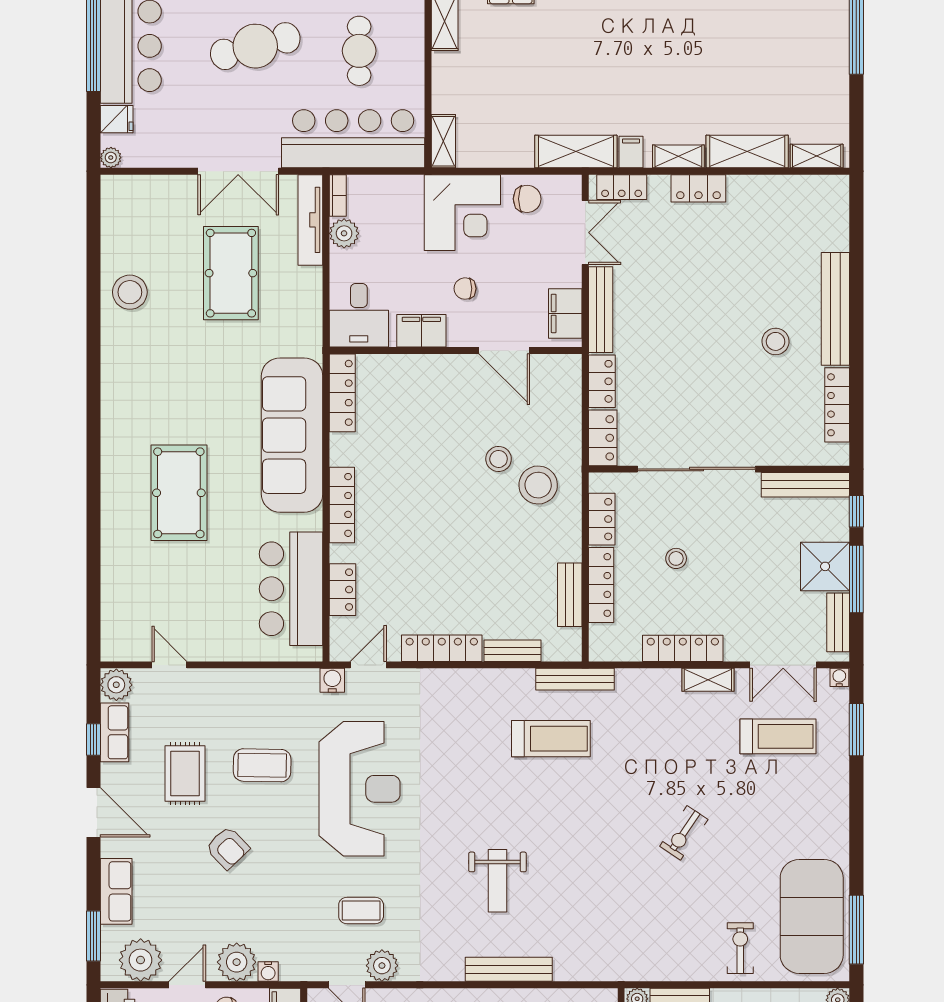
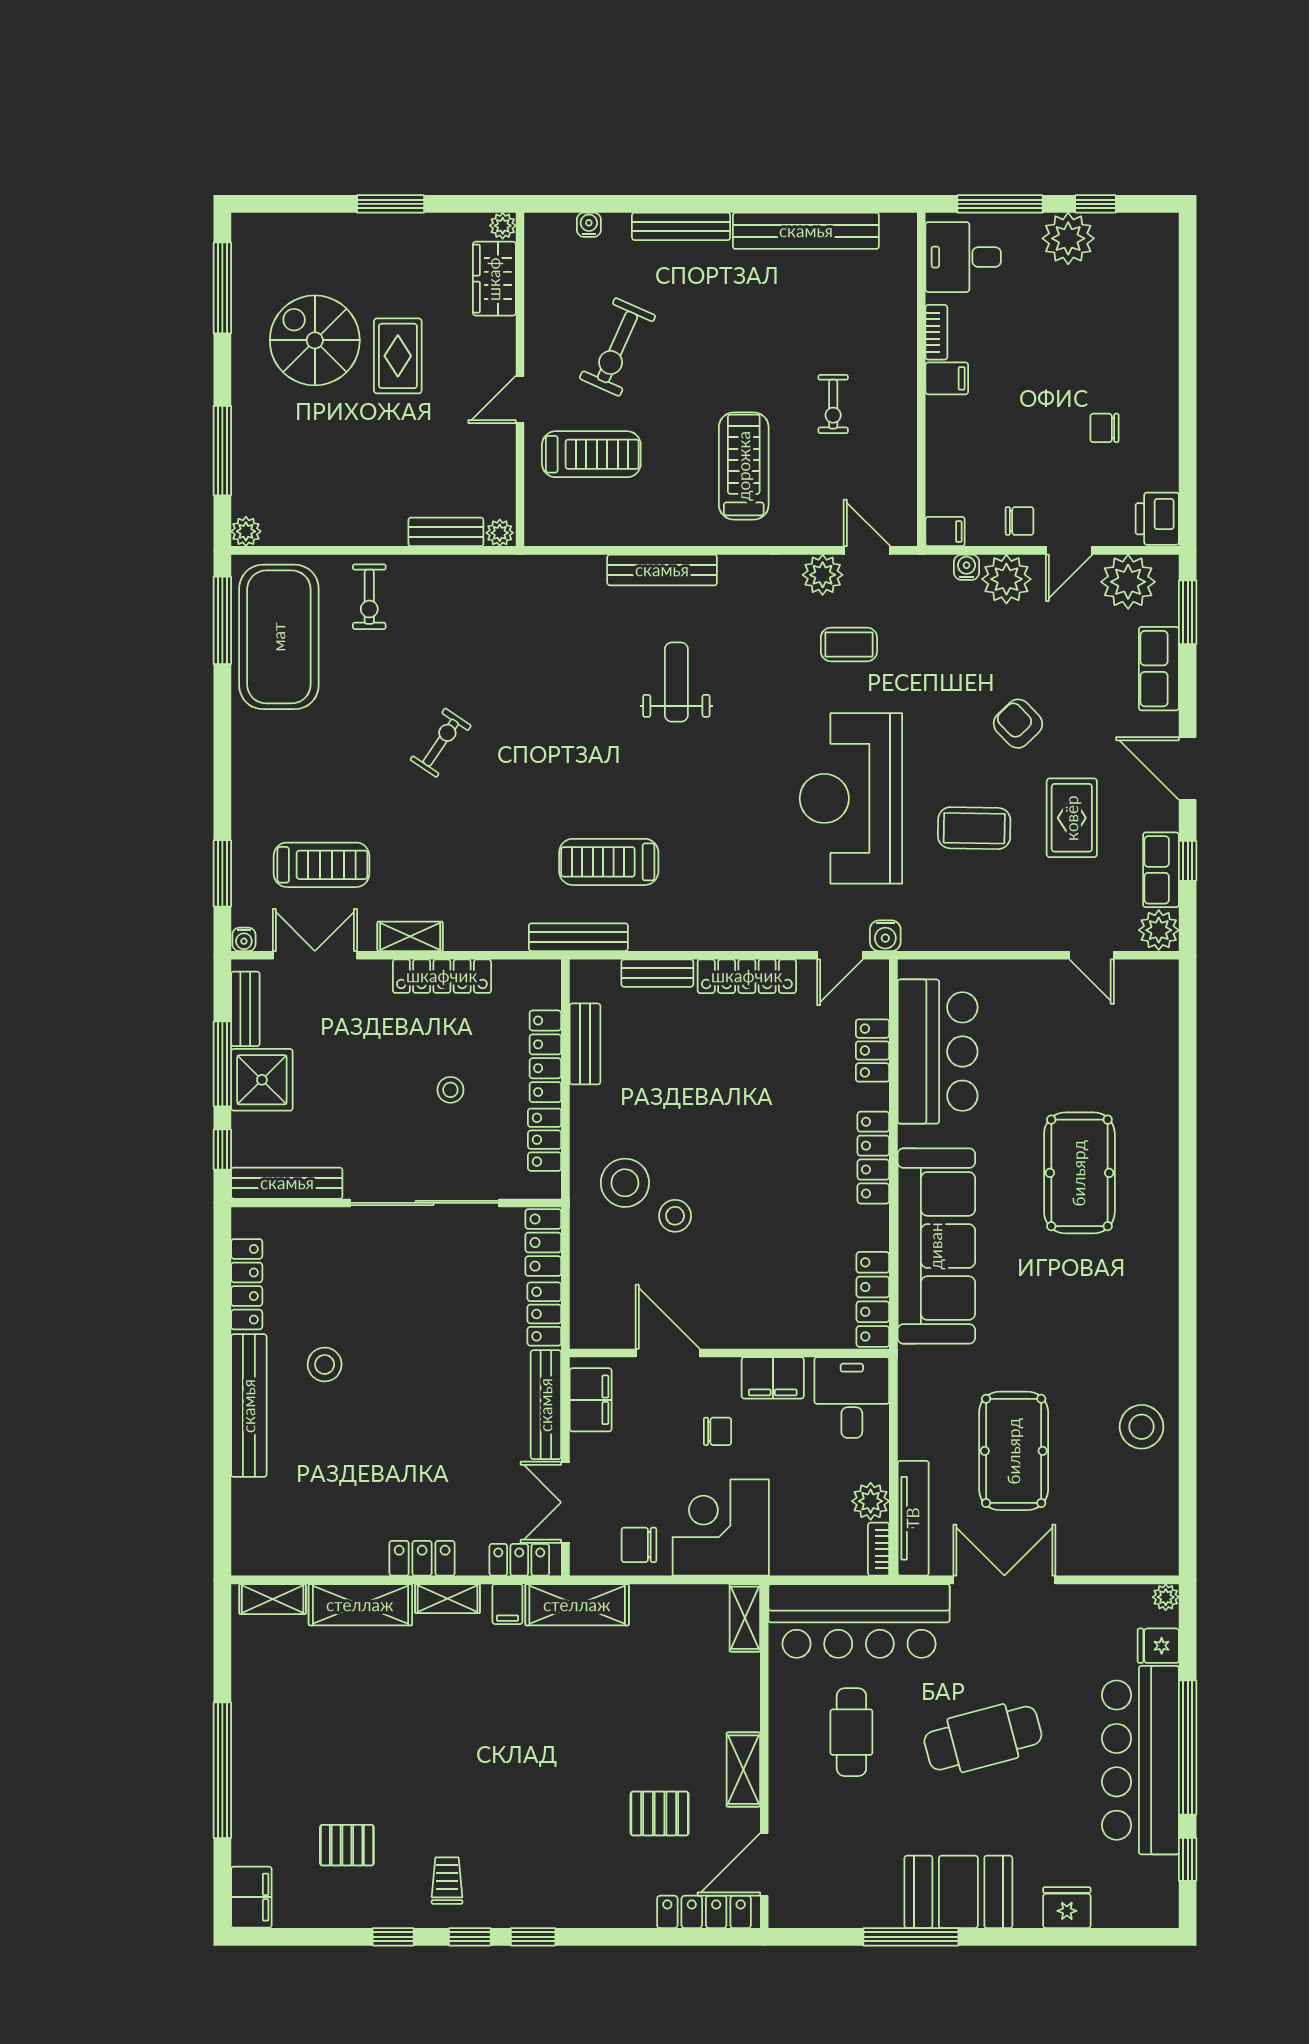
treadmill: (778, 736) -> (321, 865), turned 180

